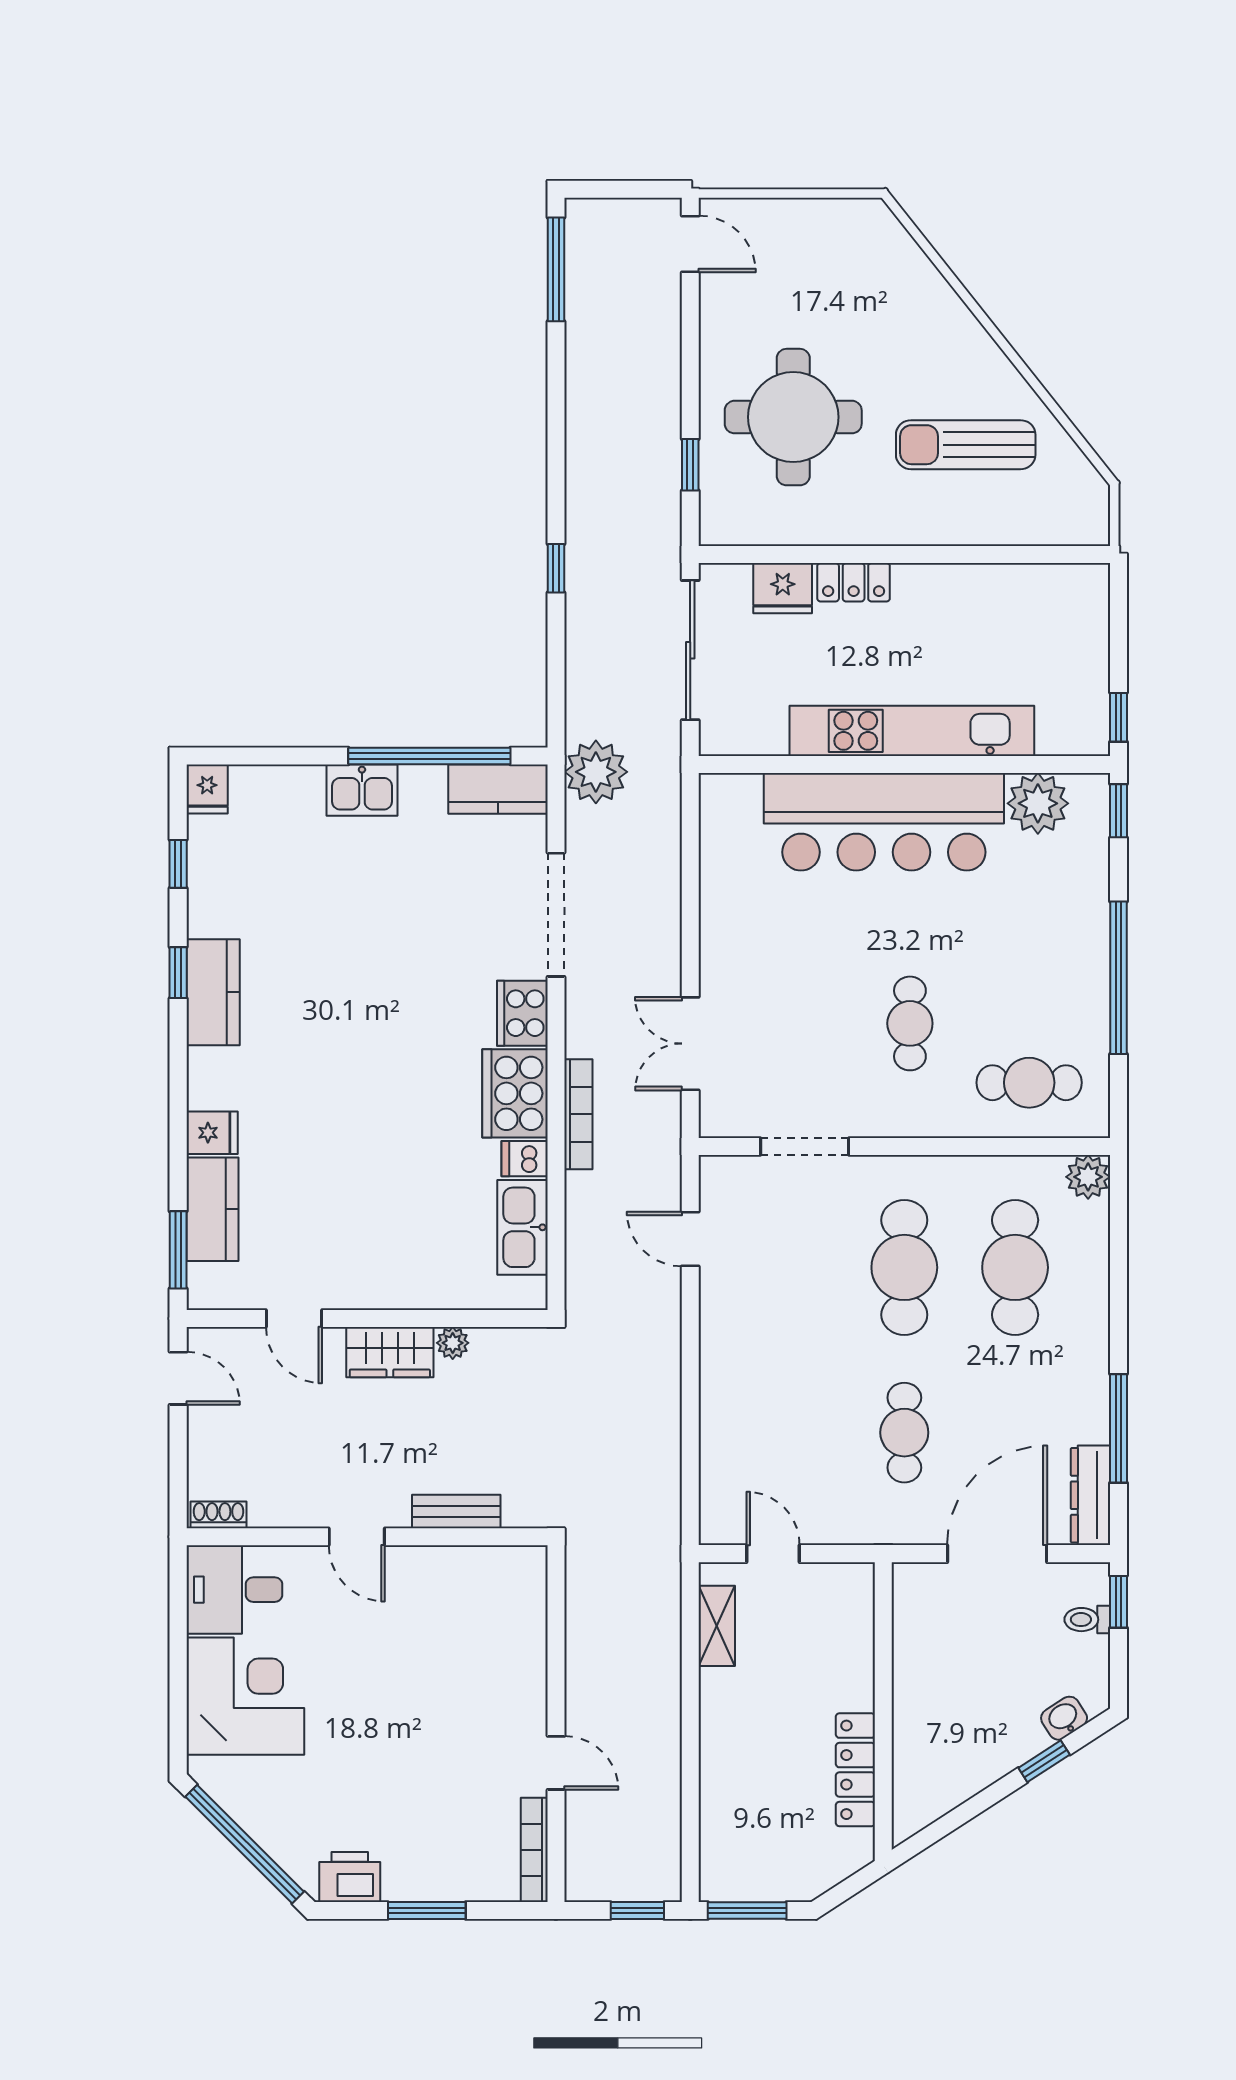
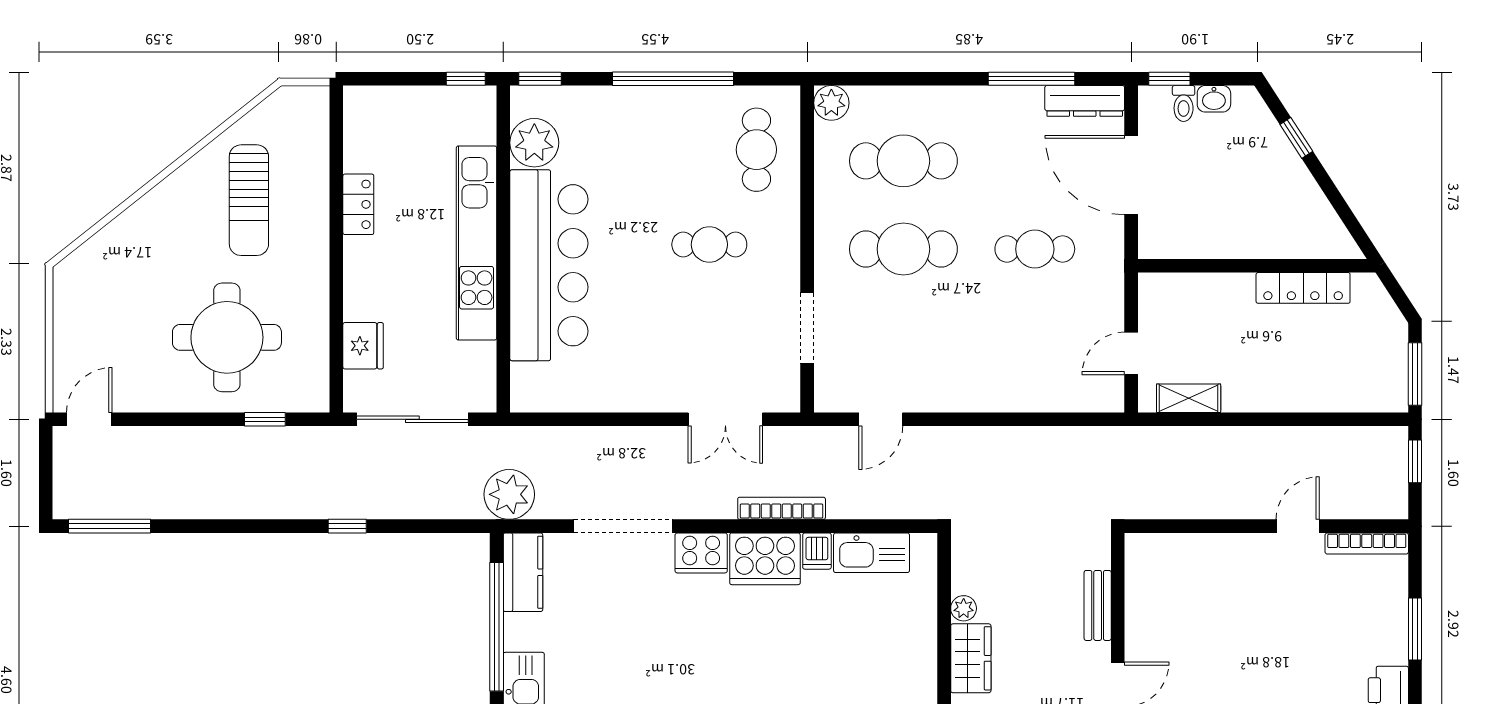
locker: (854, 582) -> (358, 204), moved
washbasin: (1064, 1718) -> (1214, 99), moved, turned -57

